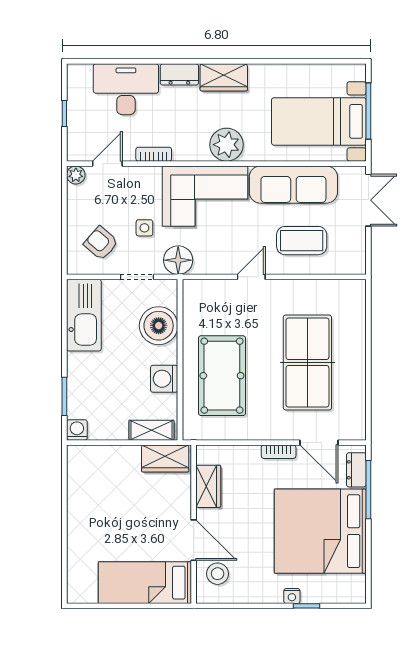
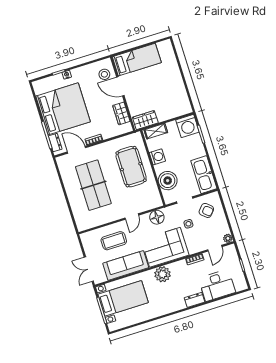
wardrobe: (224, 77) -> (174, 305), removed
floor lamp: (178, 260) -> (157, 217), moved
washing machine: (77, 430) -> (187, 126), width x1.89, depth x1.89

